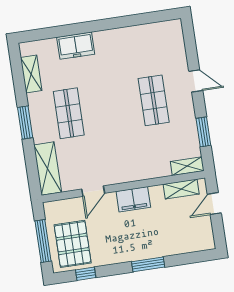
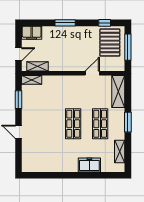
shop shelf: (154, 100) -> (73, 124), moved
filing cabinet: (133, 199) -> (32, 33), moved, turned 180

